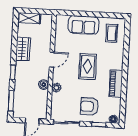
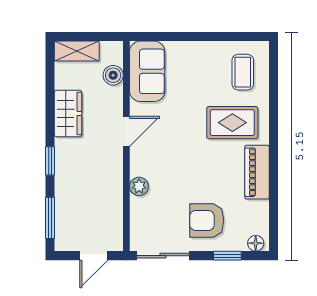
sofa: (84, 25) -> (147, 71), moved, turned -90
rug: (88, 66) -> (232, 123), moved, turned 90
boiler: (44, 85) -> (113, 75), moved

